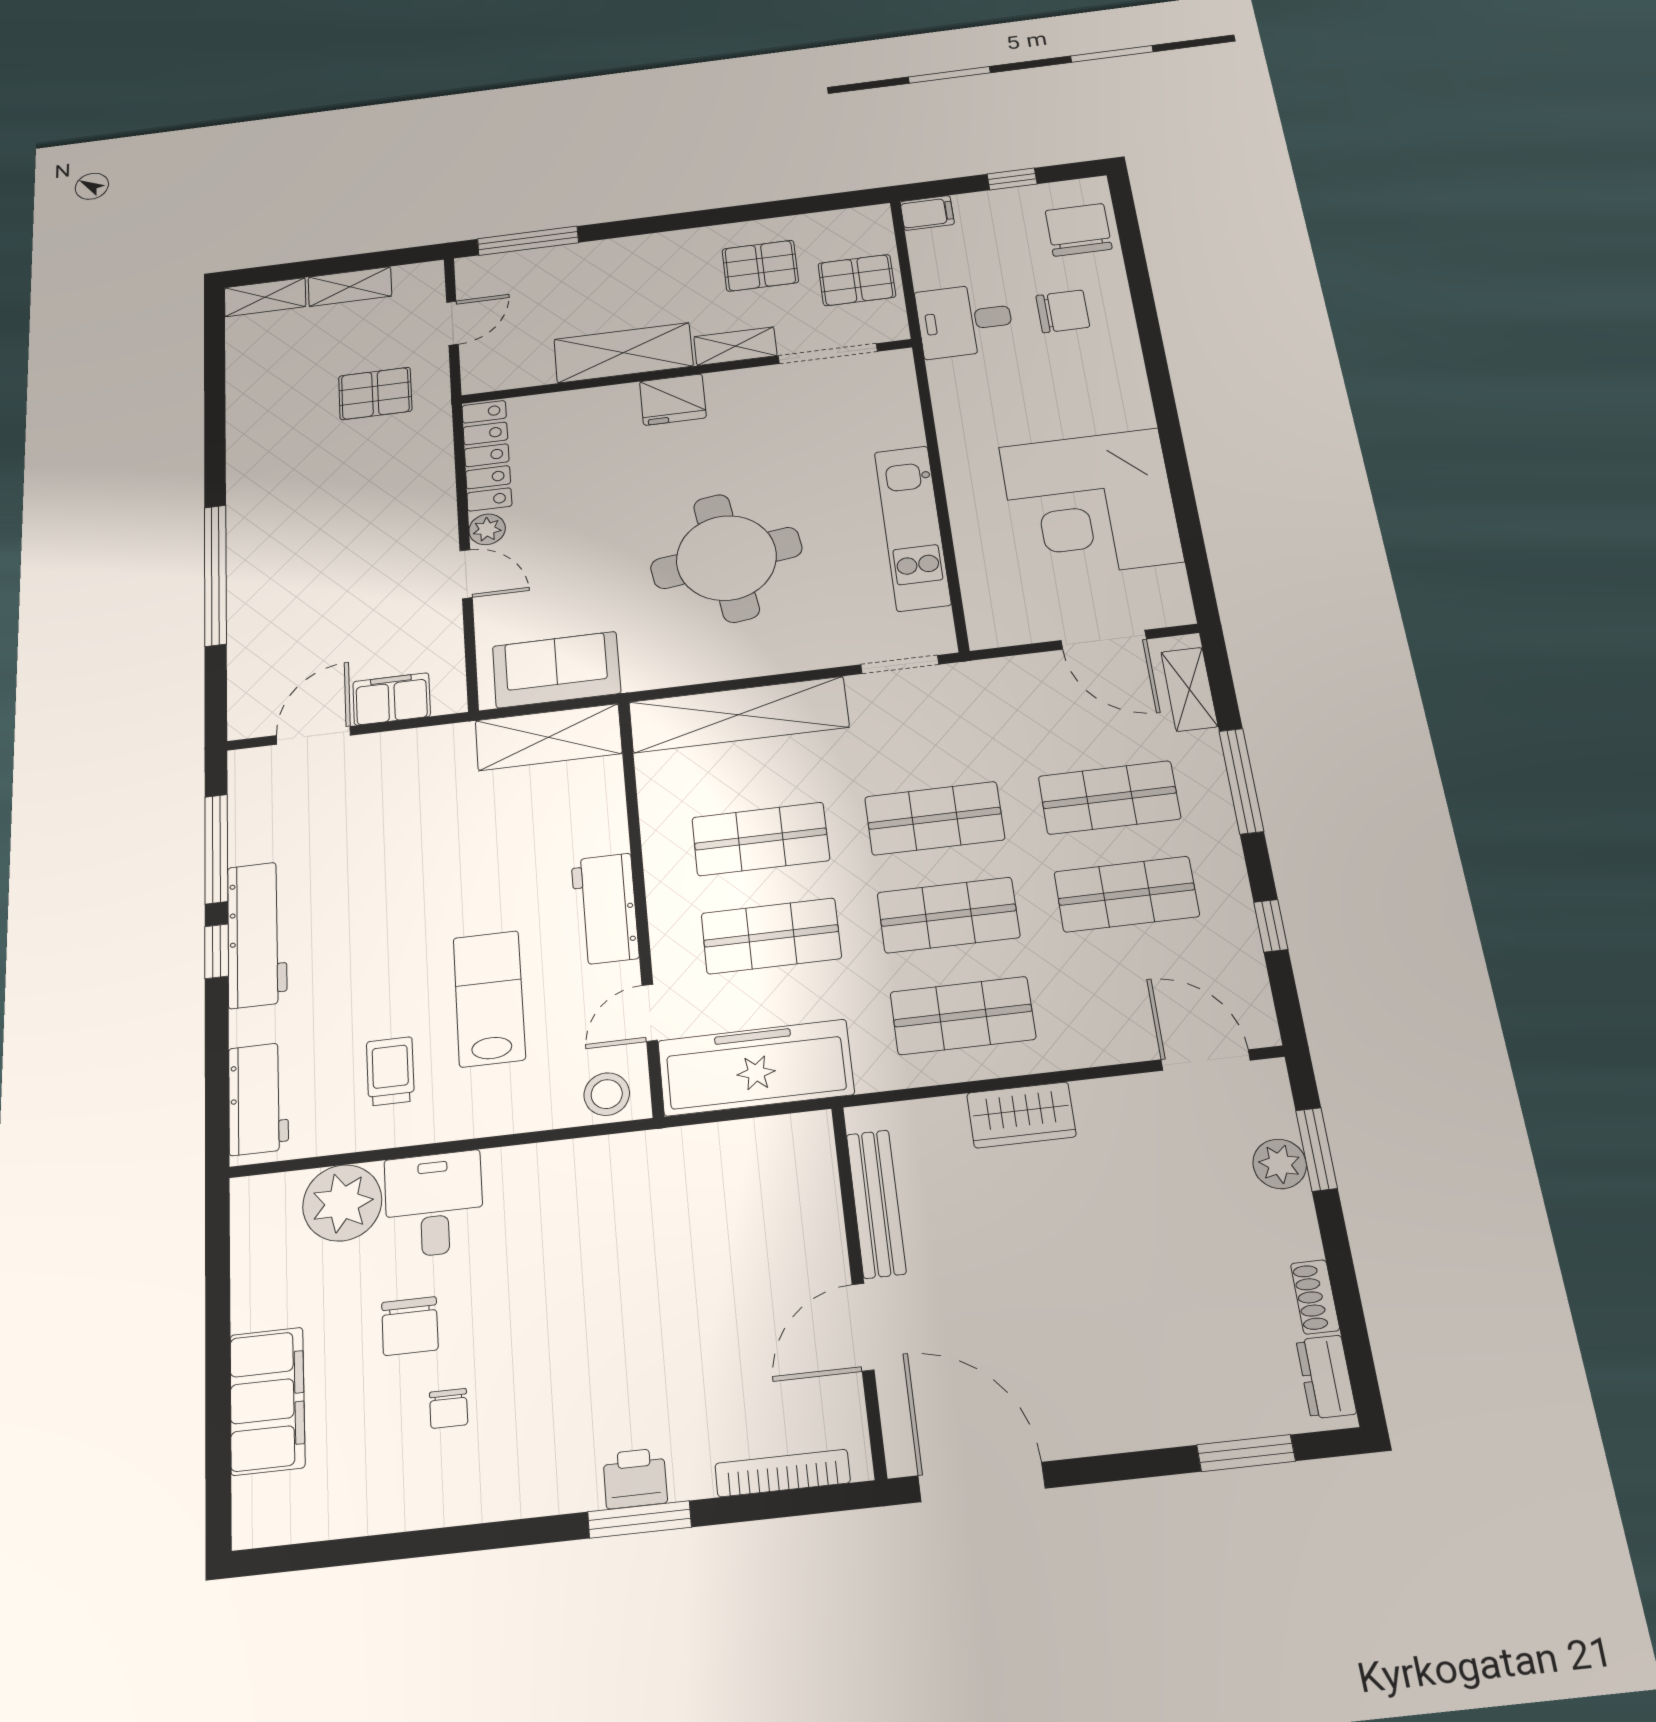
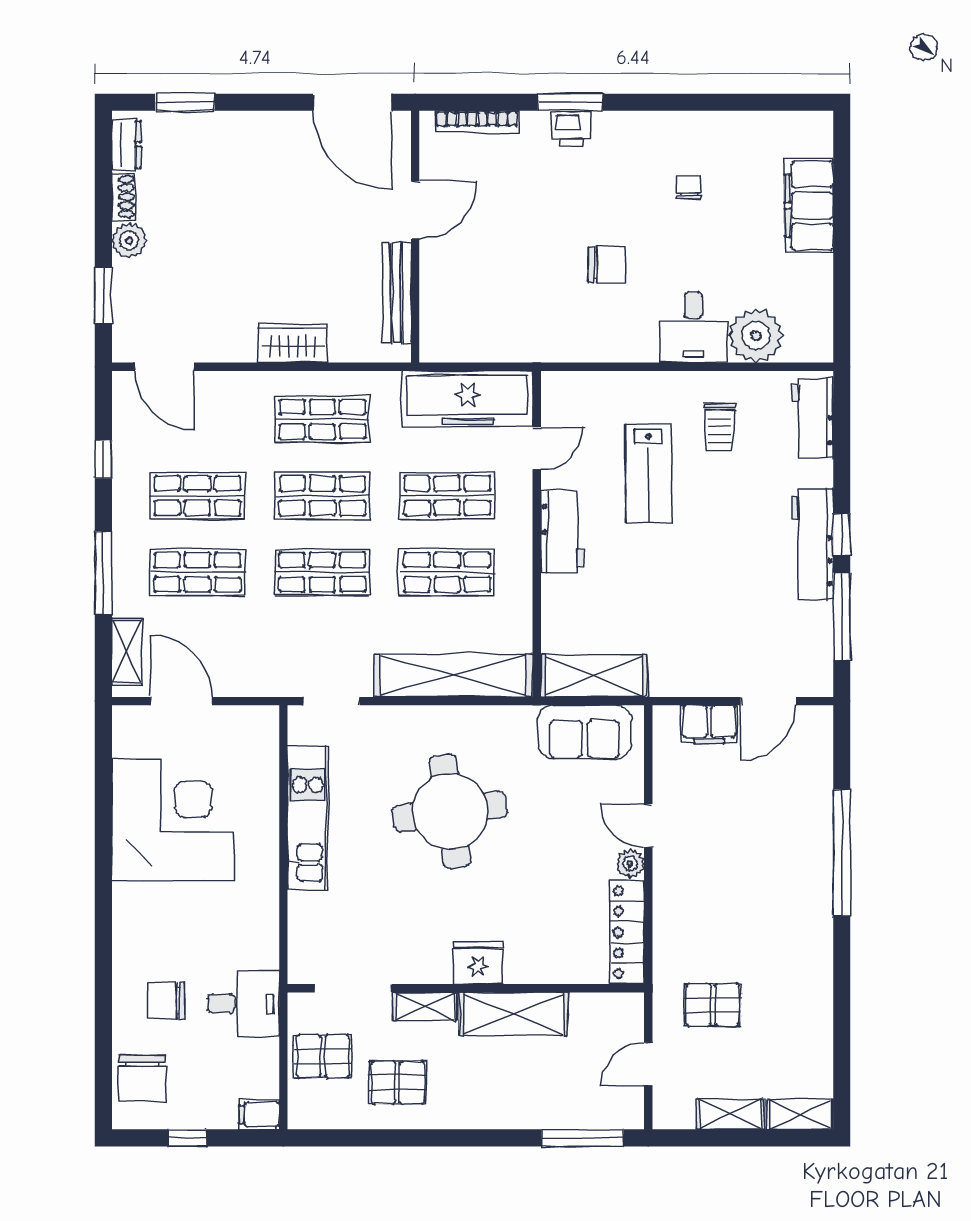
stool: (607, 1094) -> (571, 392), removed
plant: (1280, 1164) -> (129, 240), moved
chair: (410, 1326) -> (607, 264), moved, turned 90

